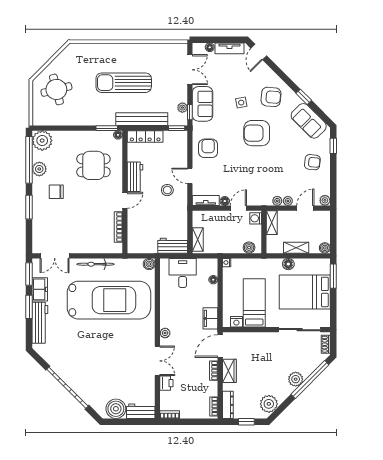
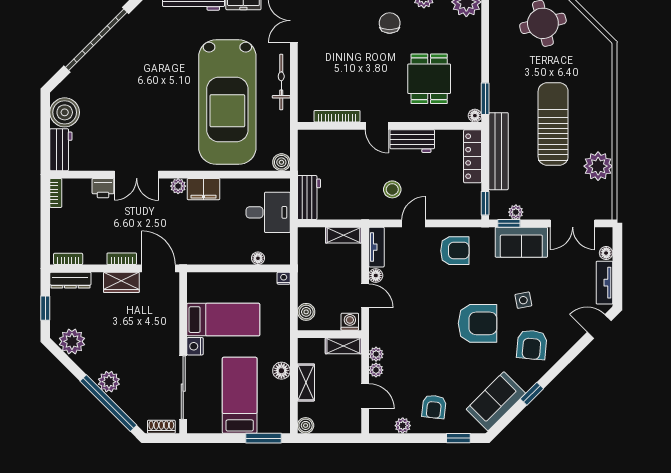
plant: (152, 53) -> (598, 166), added
armchair: (257, 133) -> (478, 323), turned 90
plant: (325, 200) -> (403, 426), moved
shelving: (198, 239) -> (344, 235), moved
bed: (305, 292) -> (240, 395), width x0.67
filing cabinet: (210, 318) -> (203, 189), moved, turned 180
nightstand: (236, 322) -> (195, 346), moved

